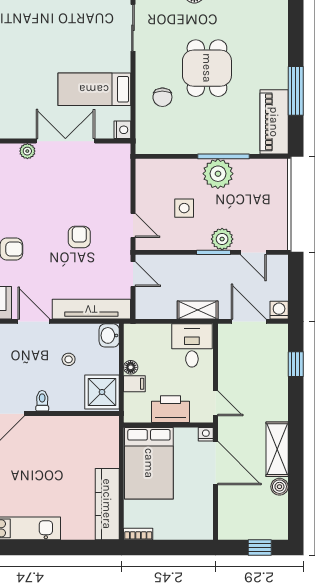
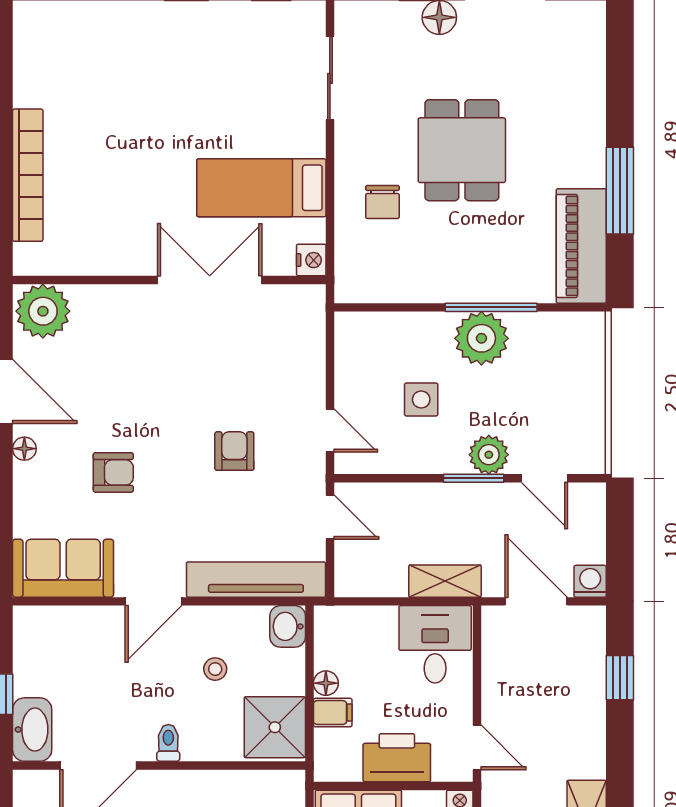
plant: (27, 151) -> (142, 298), removed
door: (34, 321) -> (153, 601), swing flipped

